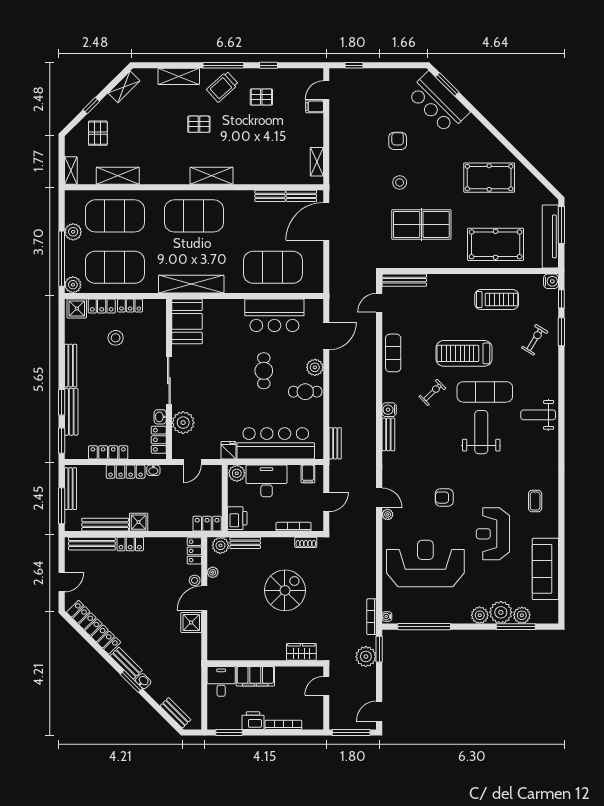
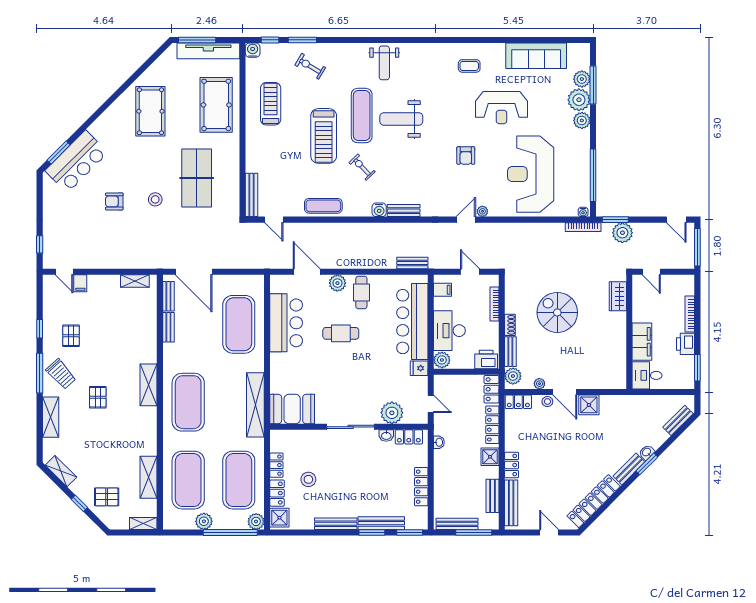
locker: (126, 472) -> (492, 425), moved, turned 180
bench: (105, 525) -> (492, 496), width x0.73
shoe rack: (306, 542) -> (510, 325), moved

